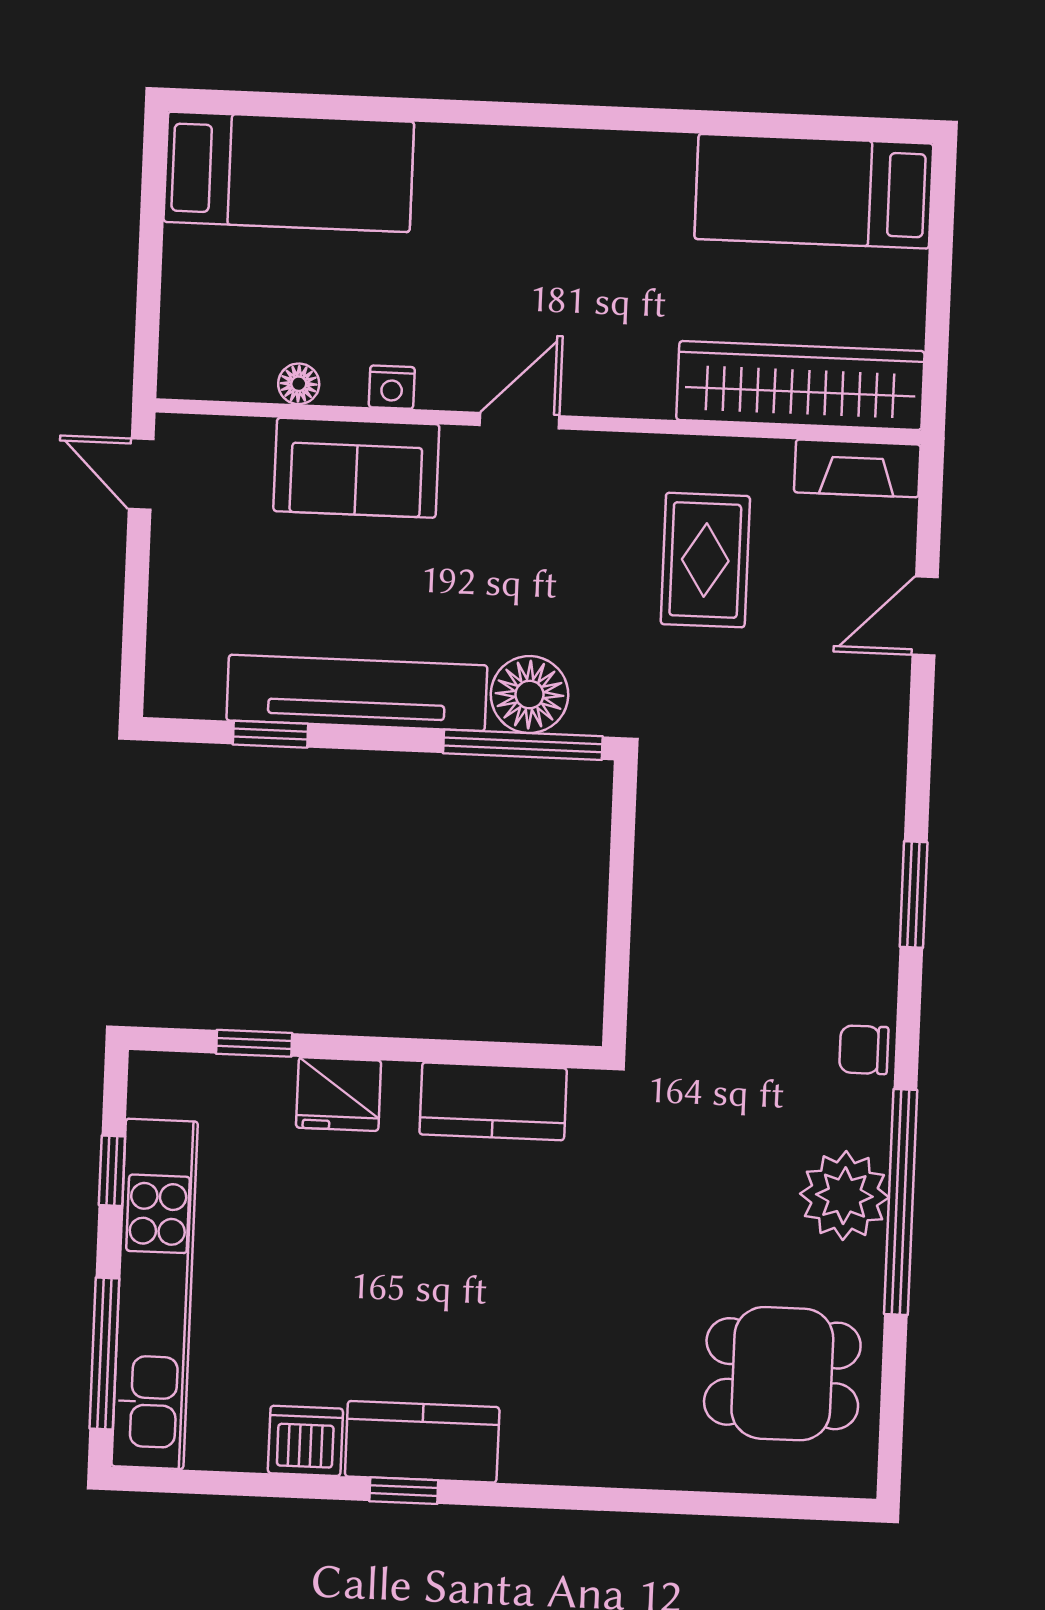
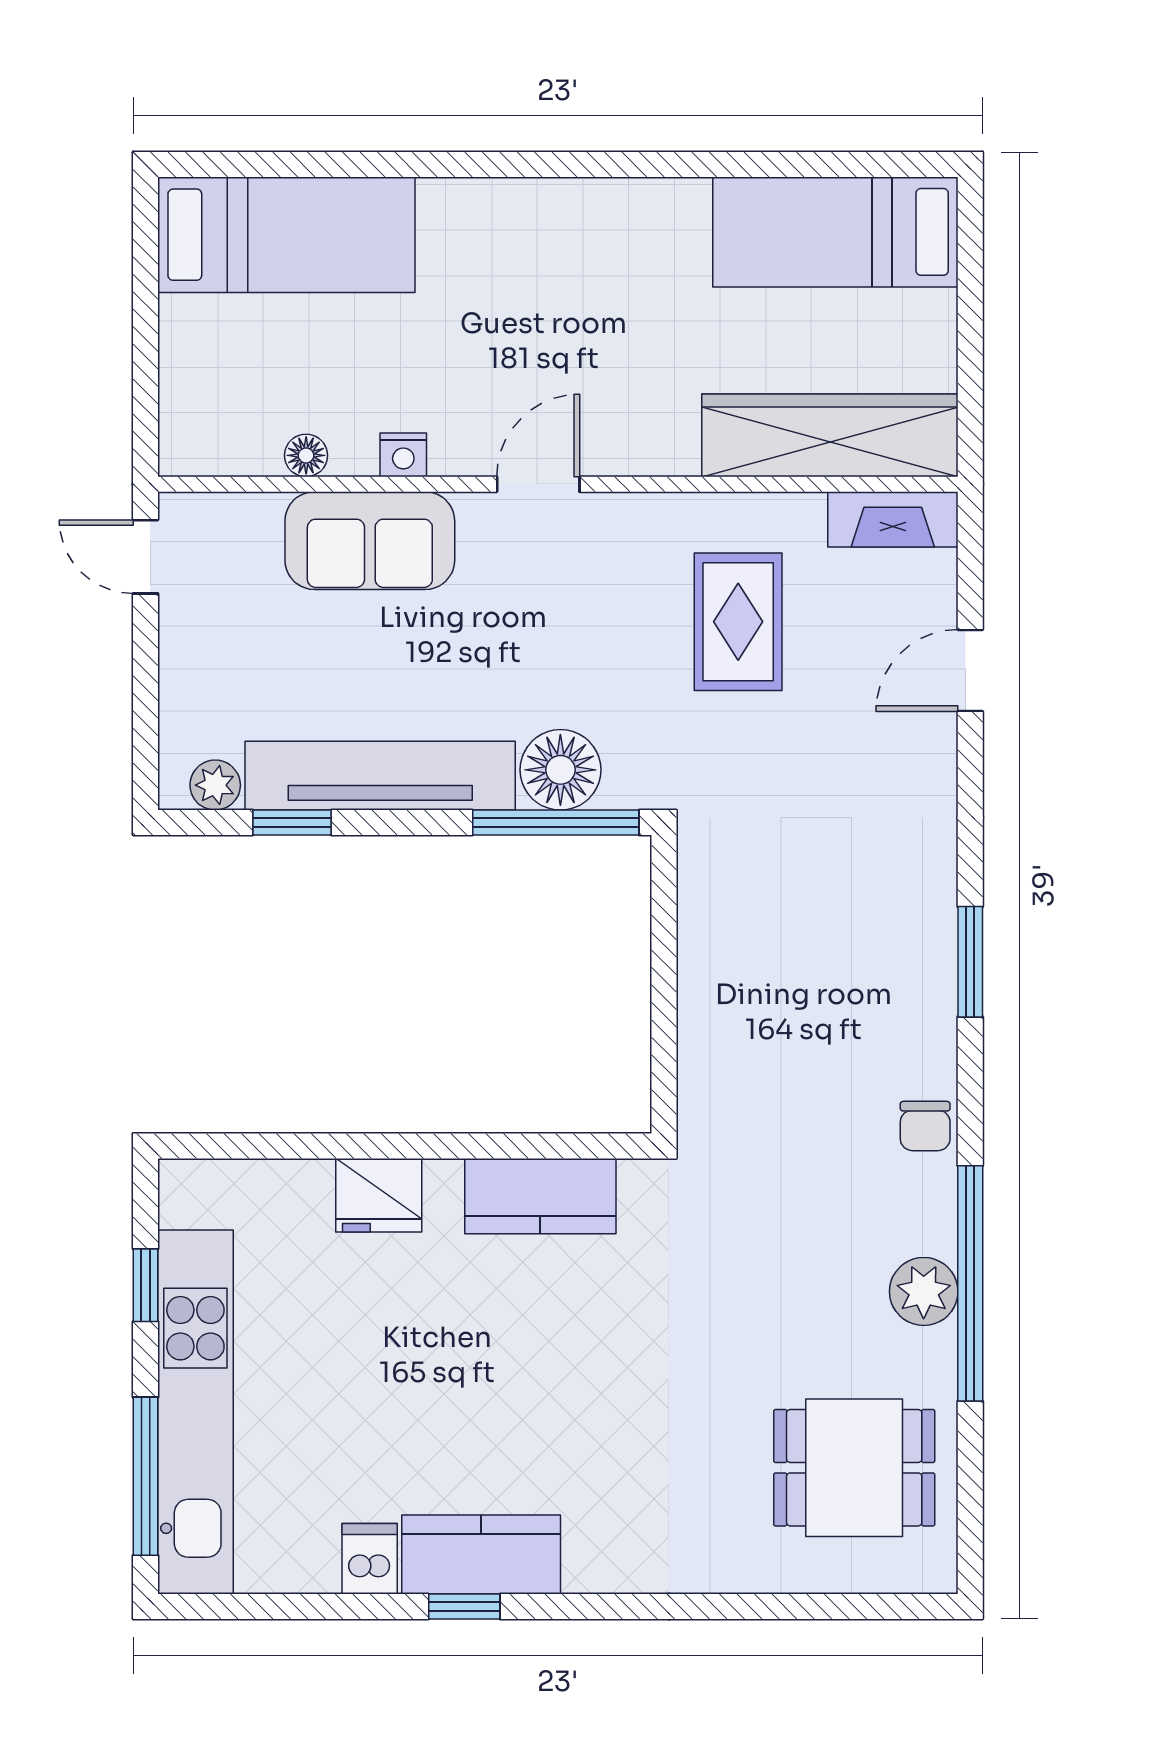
plant: (199, 695) -> (215, 785), added
window: (254, 1043) -> (288, 1146), removed
chair: (864, 1050) -> (925, 1126), turned -90
plant: (844, 1196) -> (924, 1291), width x0.73, depth x0.73
dishwasher: (305, 1441) -> (370, 1559), width x0.73

